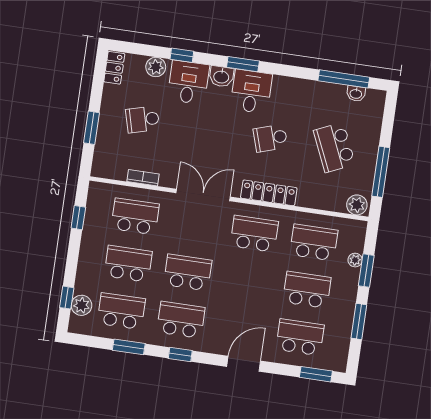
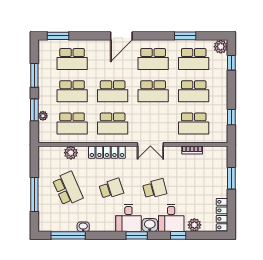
locker: (114, 68) -> (222, 215), width x1.53
washbasin: (356, 94) -> (83, 227), moved
school desk: (143, 120) -> (155, 189), moved
window: (381, 172) -> (34, 194), moved
double door: (203, 195) -> (150, 144), width x0.73
plant: (357, 205) -> (71, 153), moved
school desk: (247, 281) -> (113, 91), added
plant: (81, 305) -> (221, 47), moved
window: (180, 354) -> (150, 36), removed
door: (244, 364) -> (121, 36), moved

